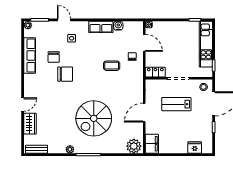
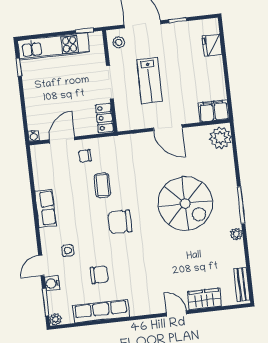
water cooler: (118, 26) -> (52, 283), moved
chair: (65, 74) -> (120, 222), moved, turned -90

